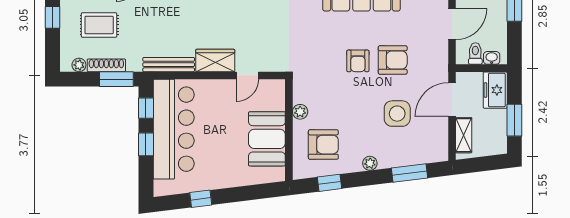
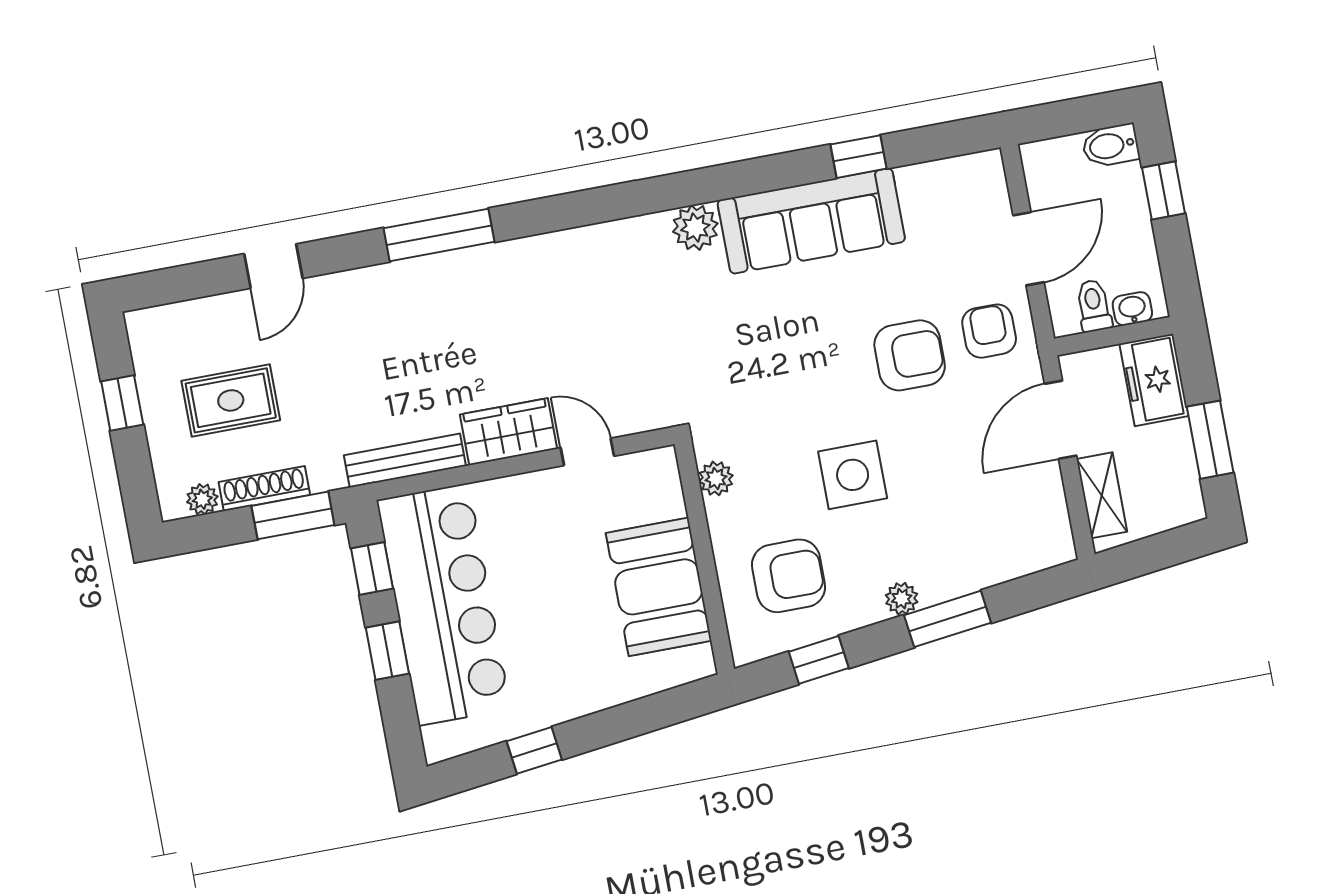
armchair: (358, 61) -> (989, 331), moved, turned 180
door: (247, 75) -> (587, 452), swing flipped
plant: (300, 112) -> (716, 478), moved
side table: (397, 114) -> (853, 475), moved
window: (409, 173) -> (948, 619), moved

